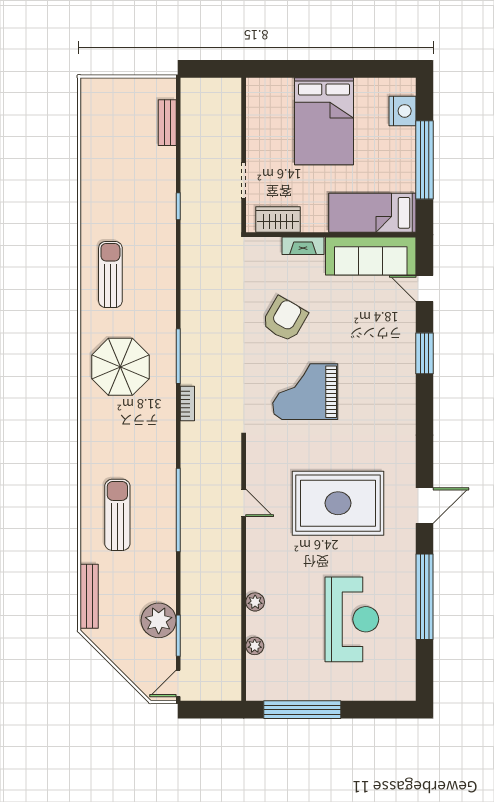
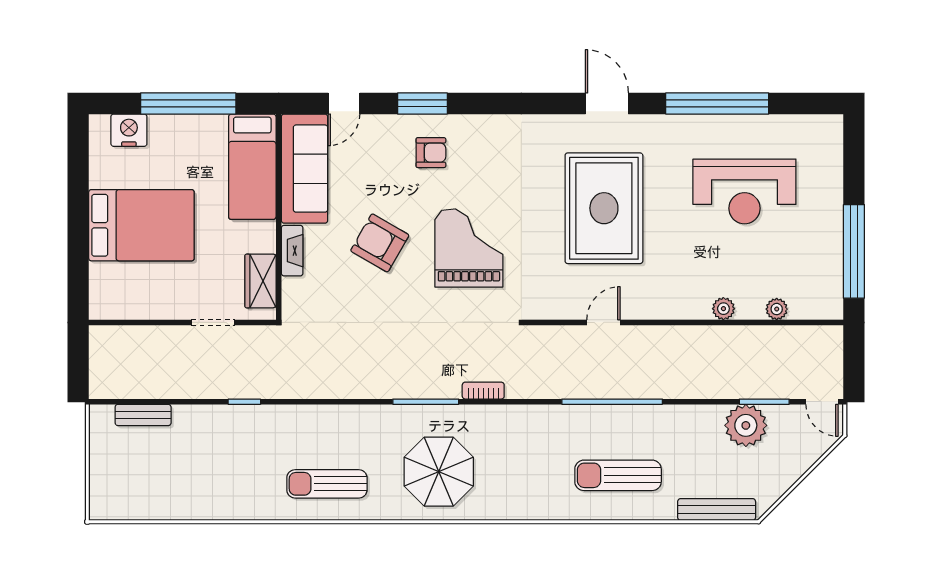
armchair: (285, 319) -> (380, 243), moved
armchair: (384, 360) -> (431, 153), added
grand piano: (305, 392) -> (469, 248), turned 180
reception desk: (352, 619) -> (744, 191), turned 180

